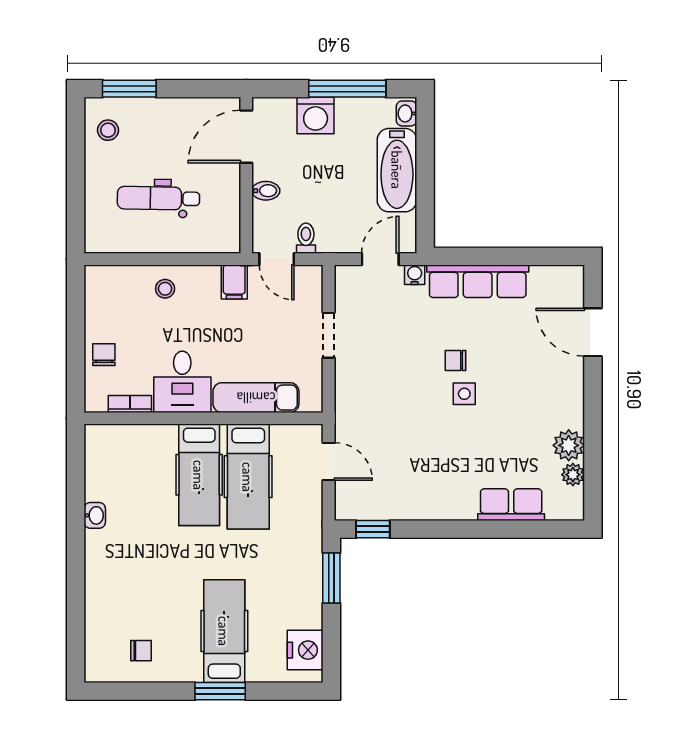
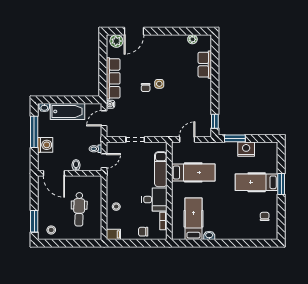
door: (380, 259) -> (104, 118), hinge flipped
filing cabinet: (234, 282) -> (113, 234), moved
plant: (569, 445) -> (116, 41), moved
hospital bed: (199, 475) -> (193, 219), moved, turned -90
nightstand: (305, 650) -> (246, 149), moved

